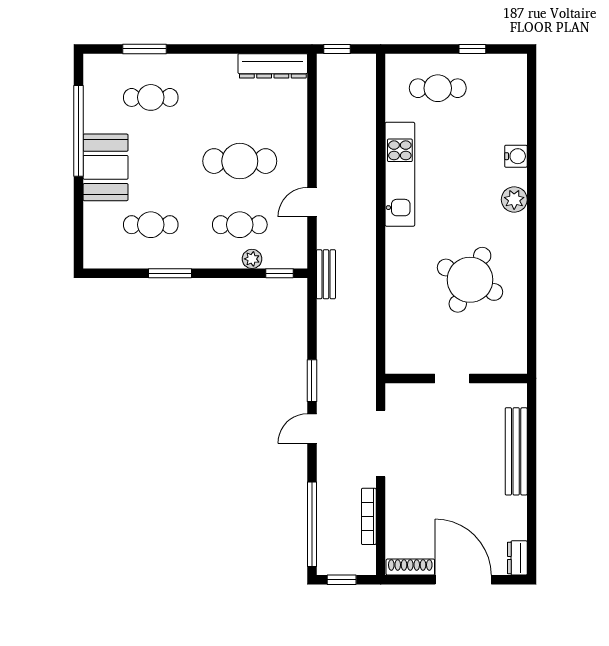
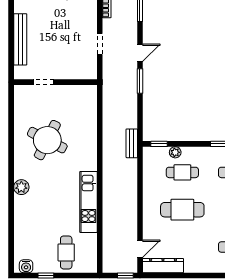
cafe table: (438, 88) -> (66, 252), turned 90
water cooler: (516, 156) -> (26, 266), moved, turned -90
door: (312, 202) -> (140, 249), moved
doorway: (452, 378) -> (44, 82), moved
doorway: (381, 444) -> (100, 44), width x0.53

